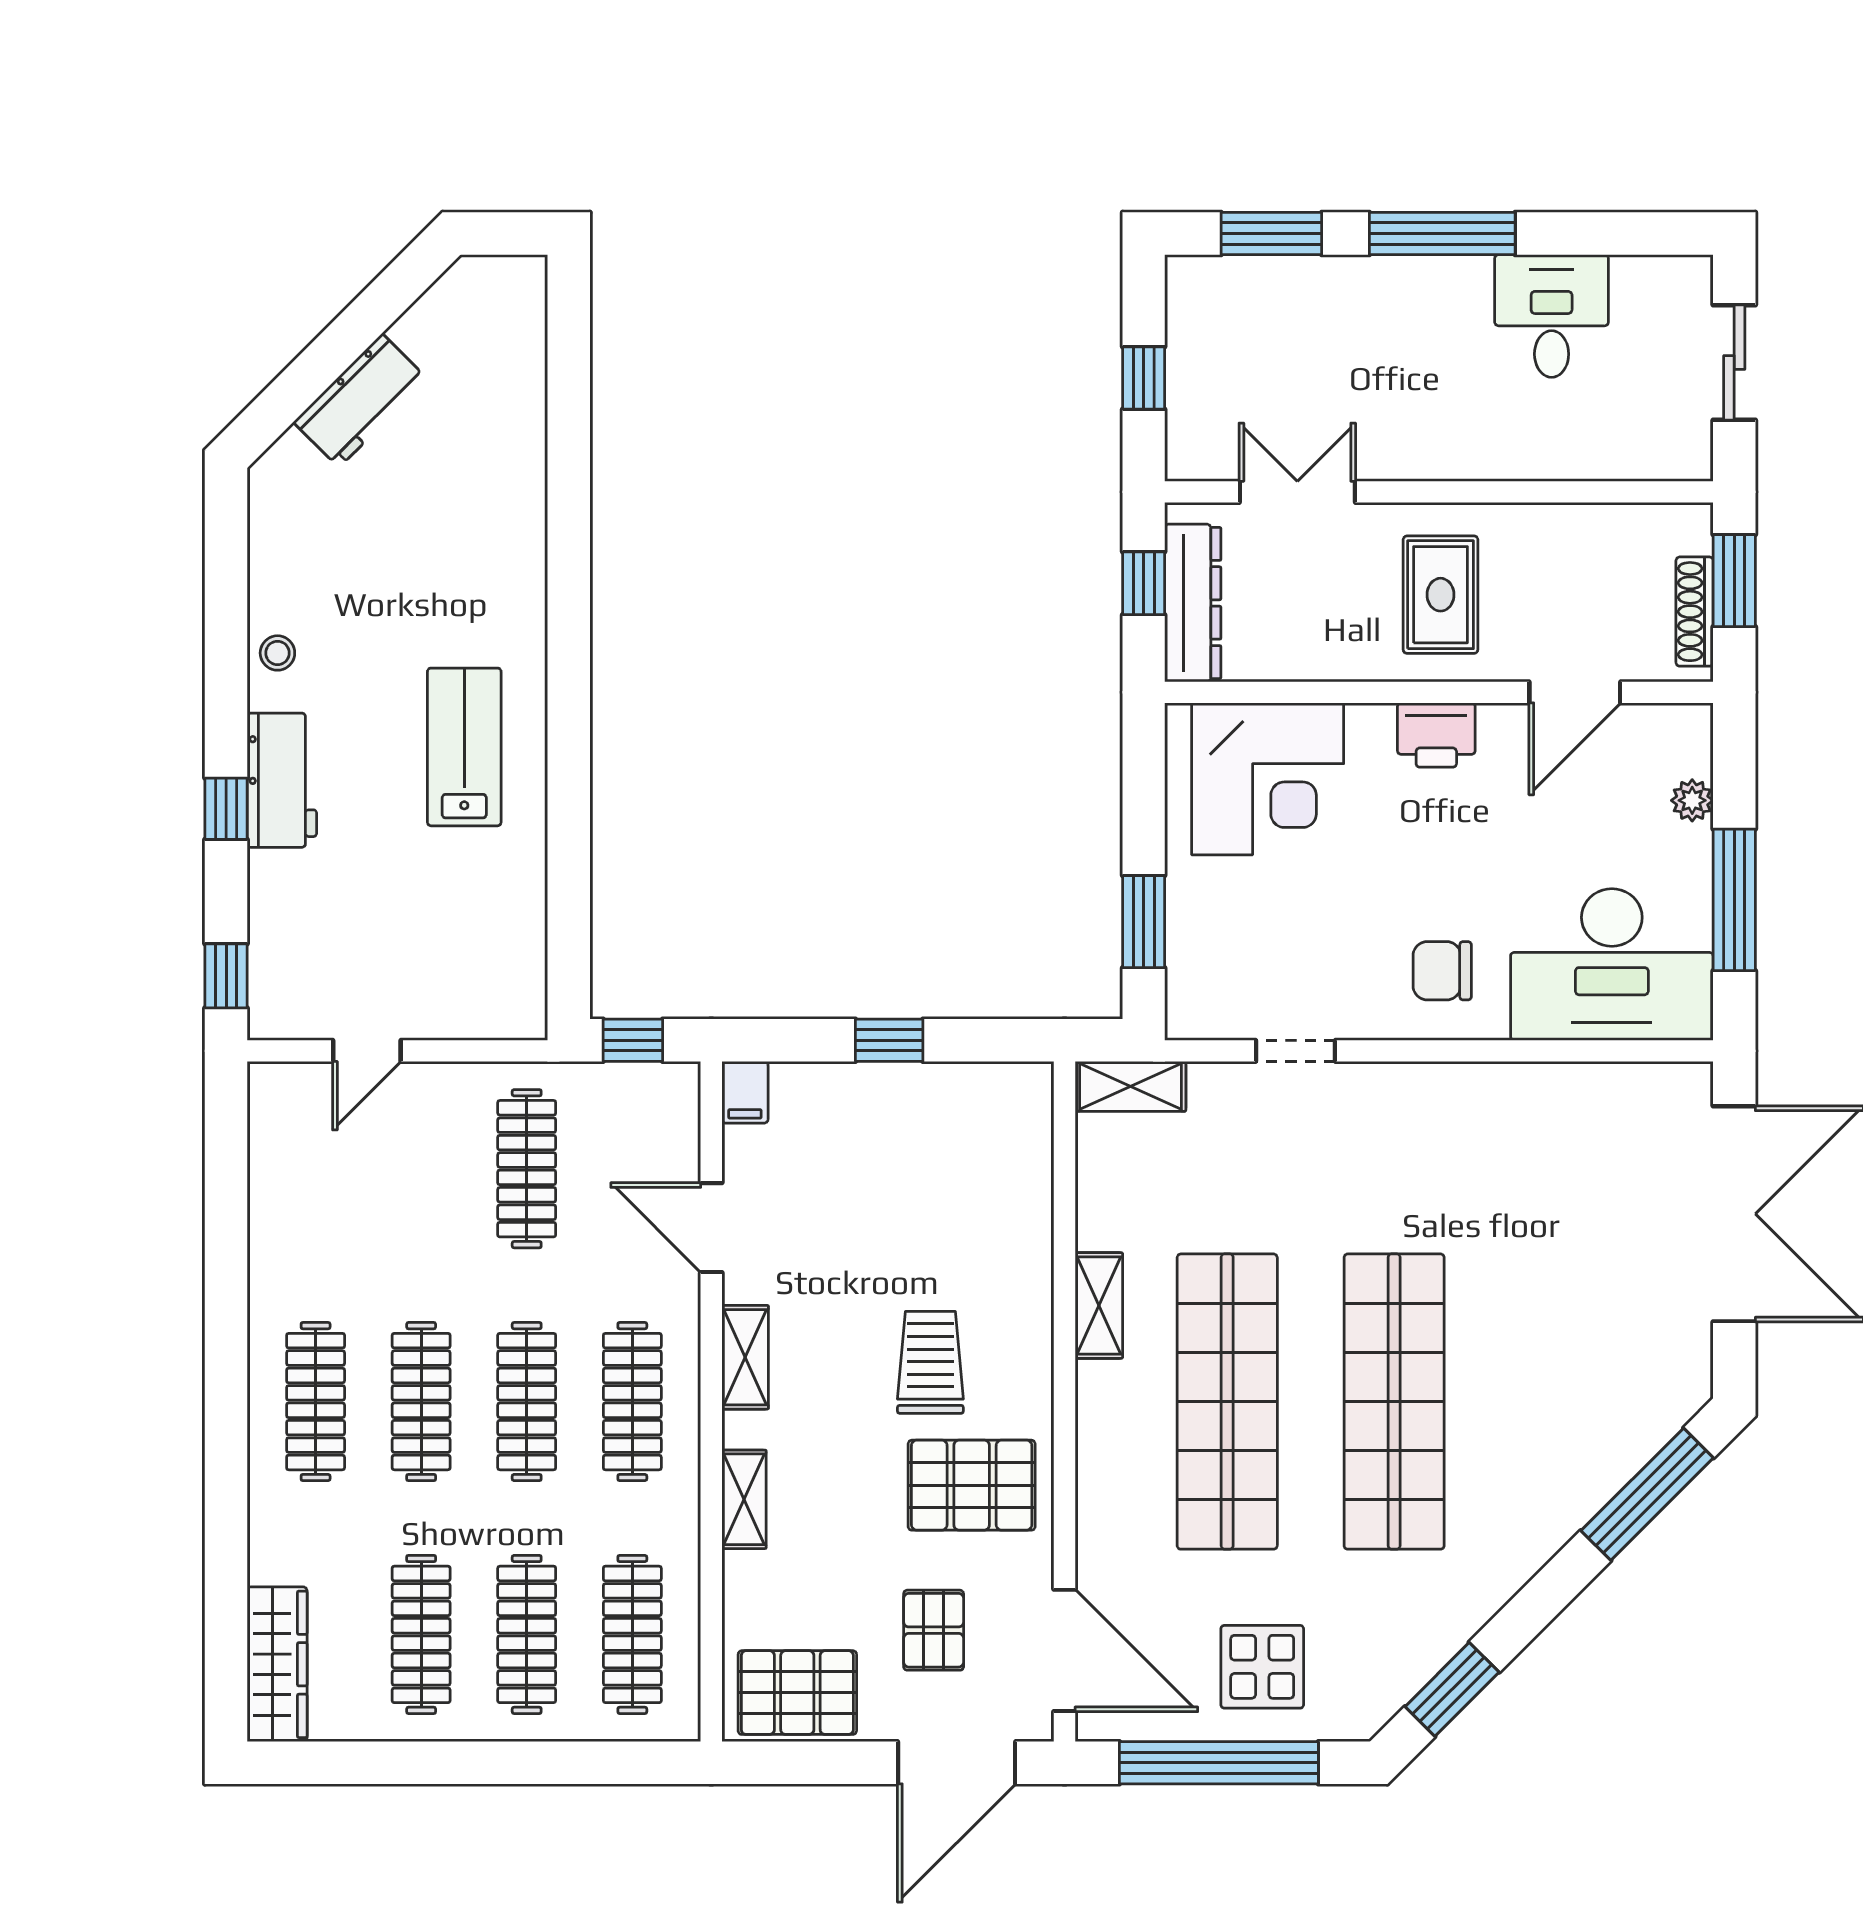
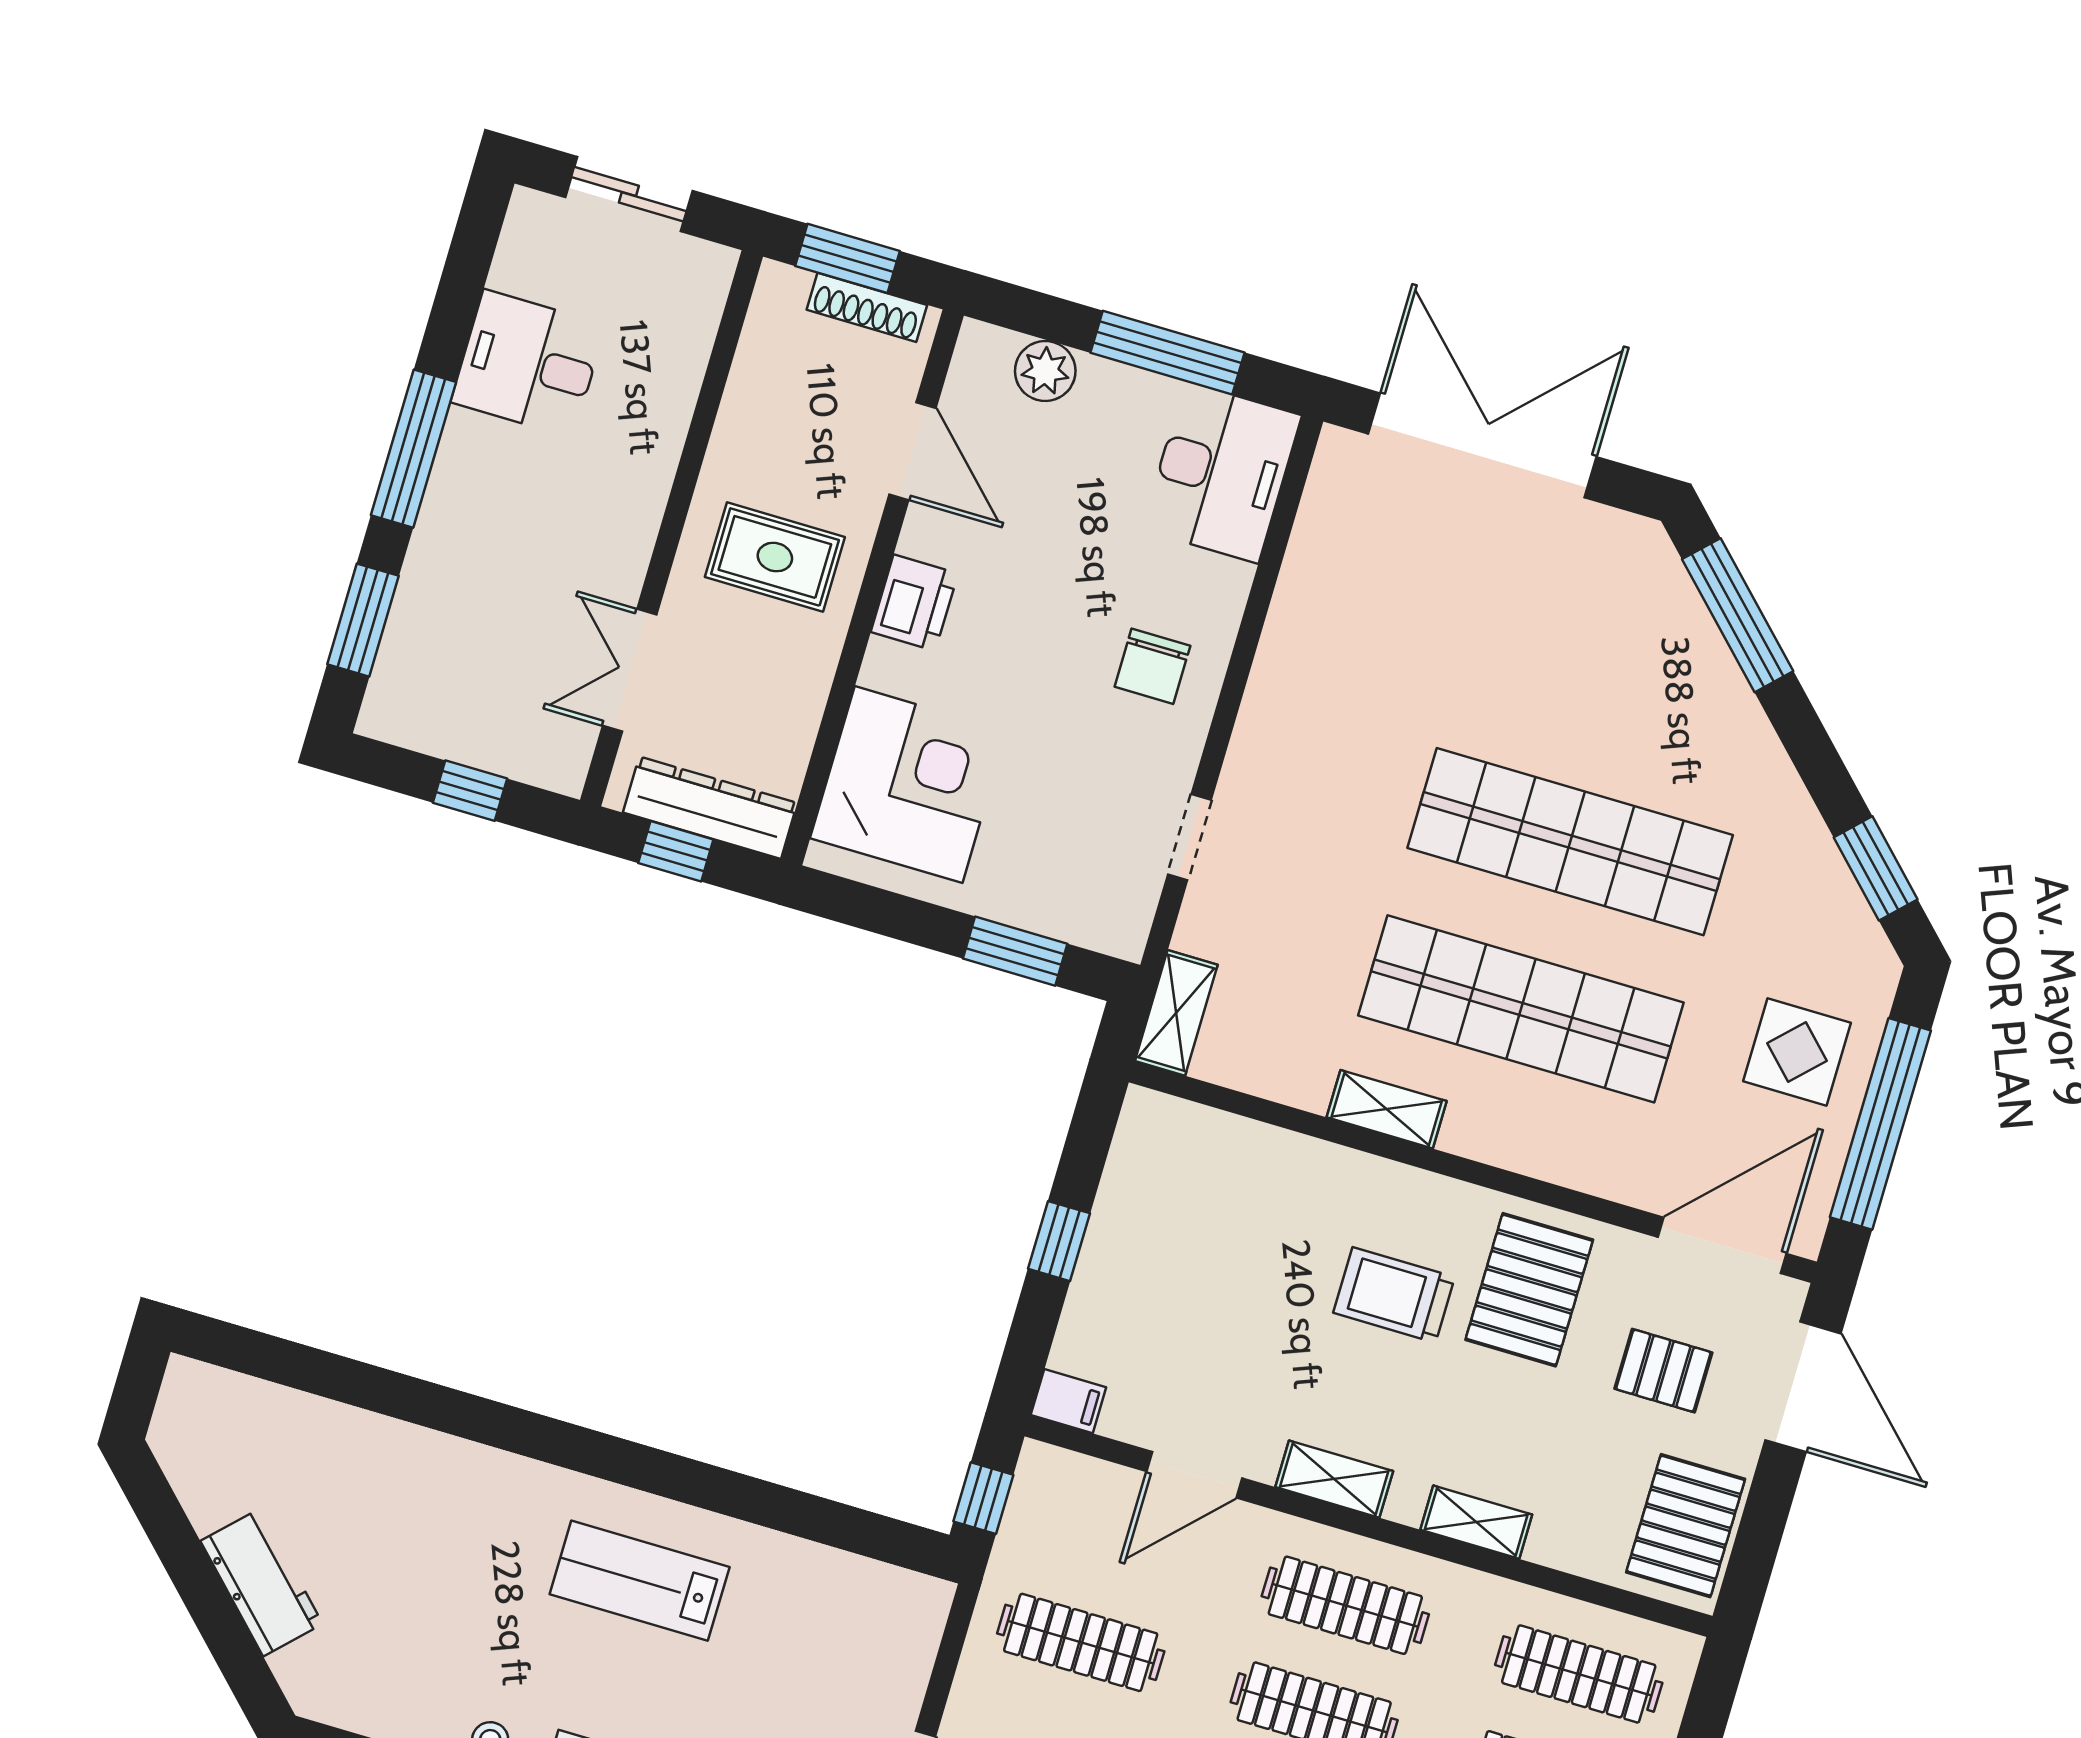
plant: (1692, 800) -> (1045, 371), width x1.38, depth x1.38
desk: (1612, 964) -> (1222, 472), width x0.73, depth x0.77

